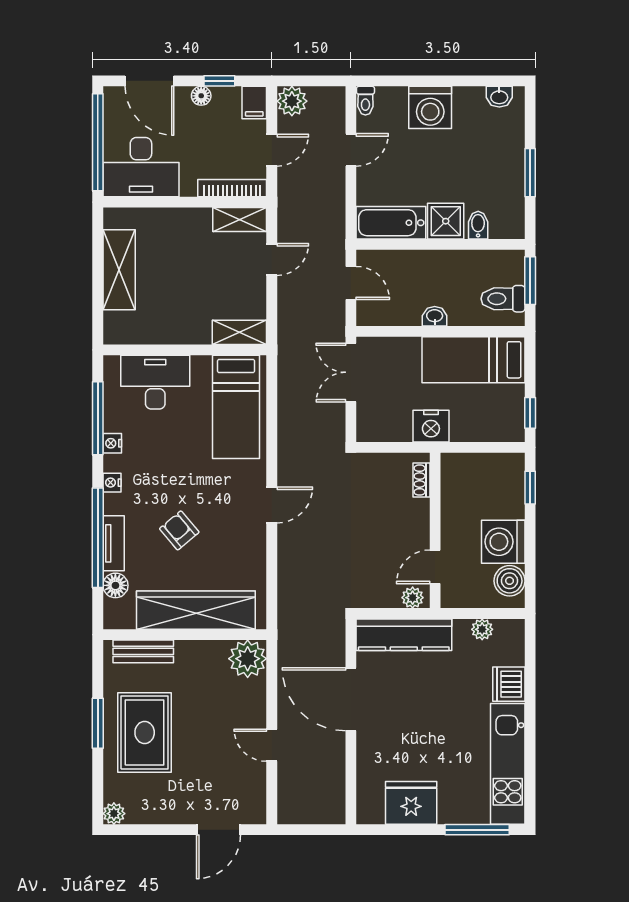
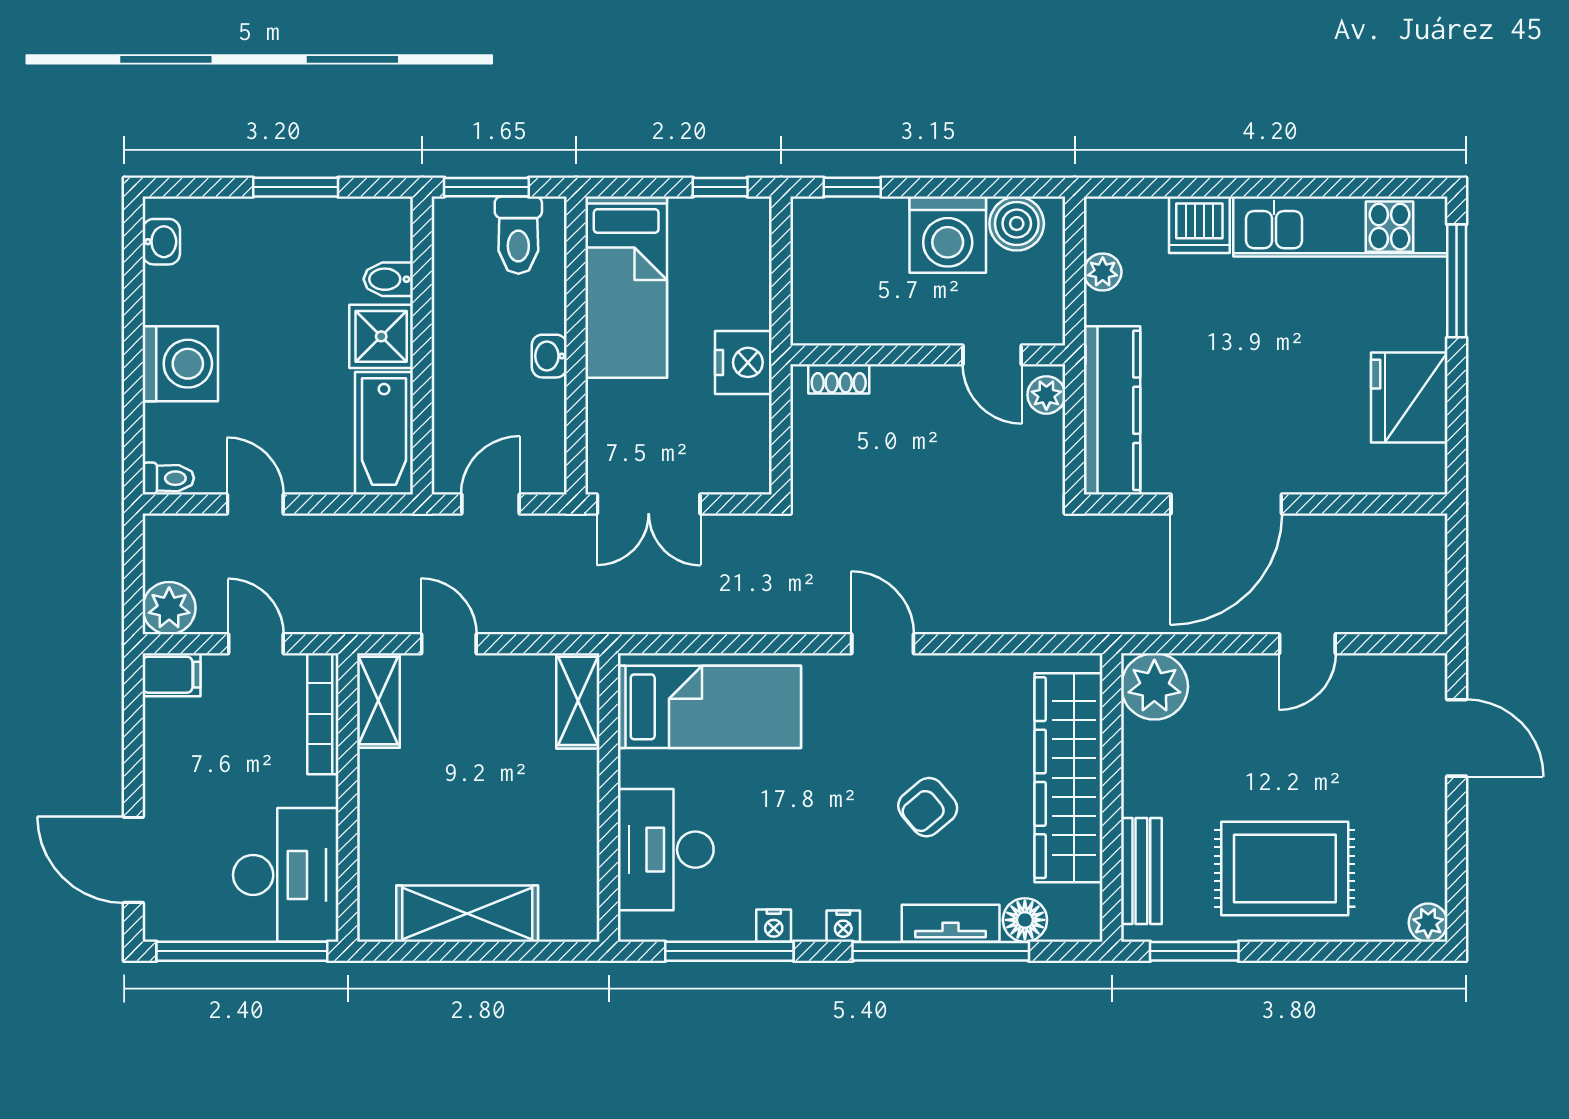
door: (149, 81) -> (133, 860), swing flipped
window: (219, 81) -> (133, 736), removed
floor lamp: (201, 96) -> (160, 768), removed
window: (98, 723) -> (1194, 951), moved

